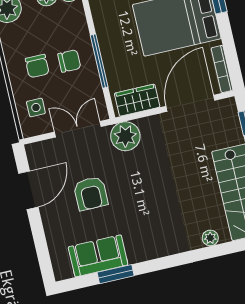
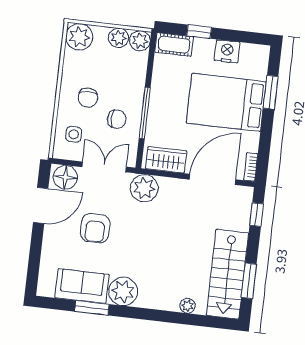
chair: (69, 61) -> (117, 119), moved
bookcase: (222, 69) -> (251, 167), width x0.64
floor lamp: (43, 153) -> (65, 177), added
plant: (141, 246) -> (123, 291), added

